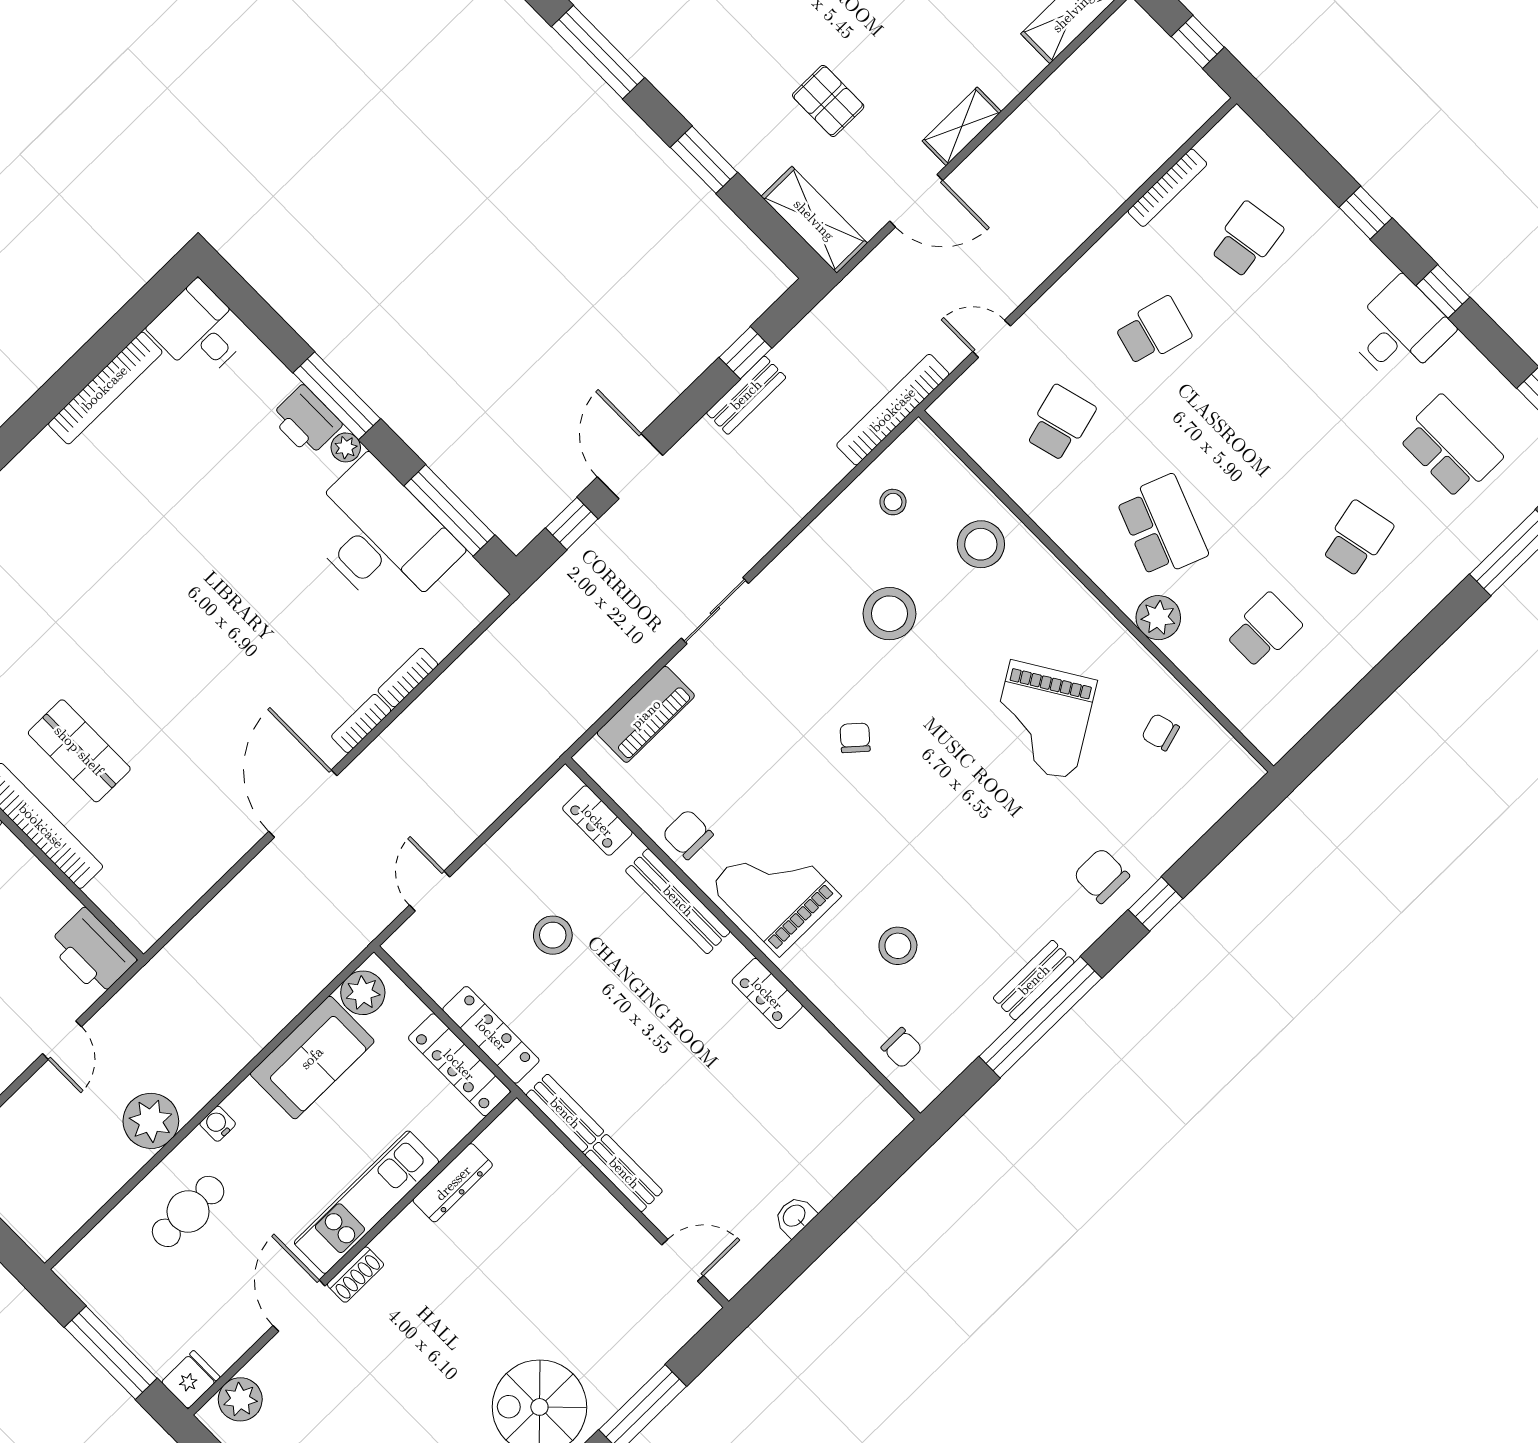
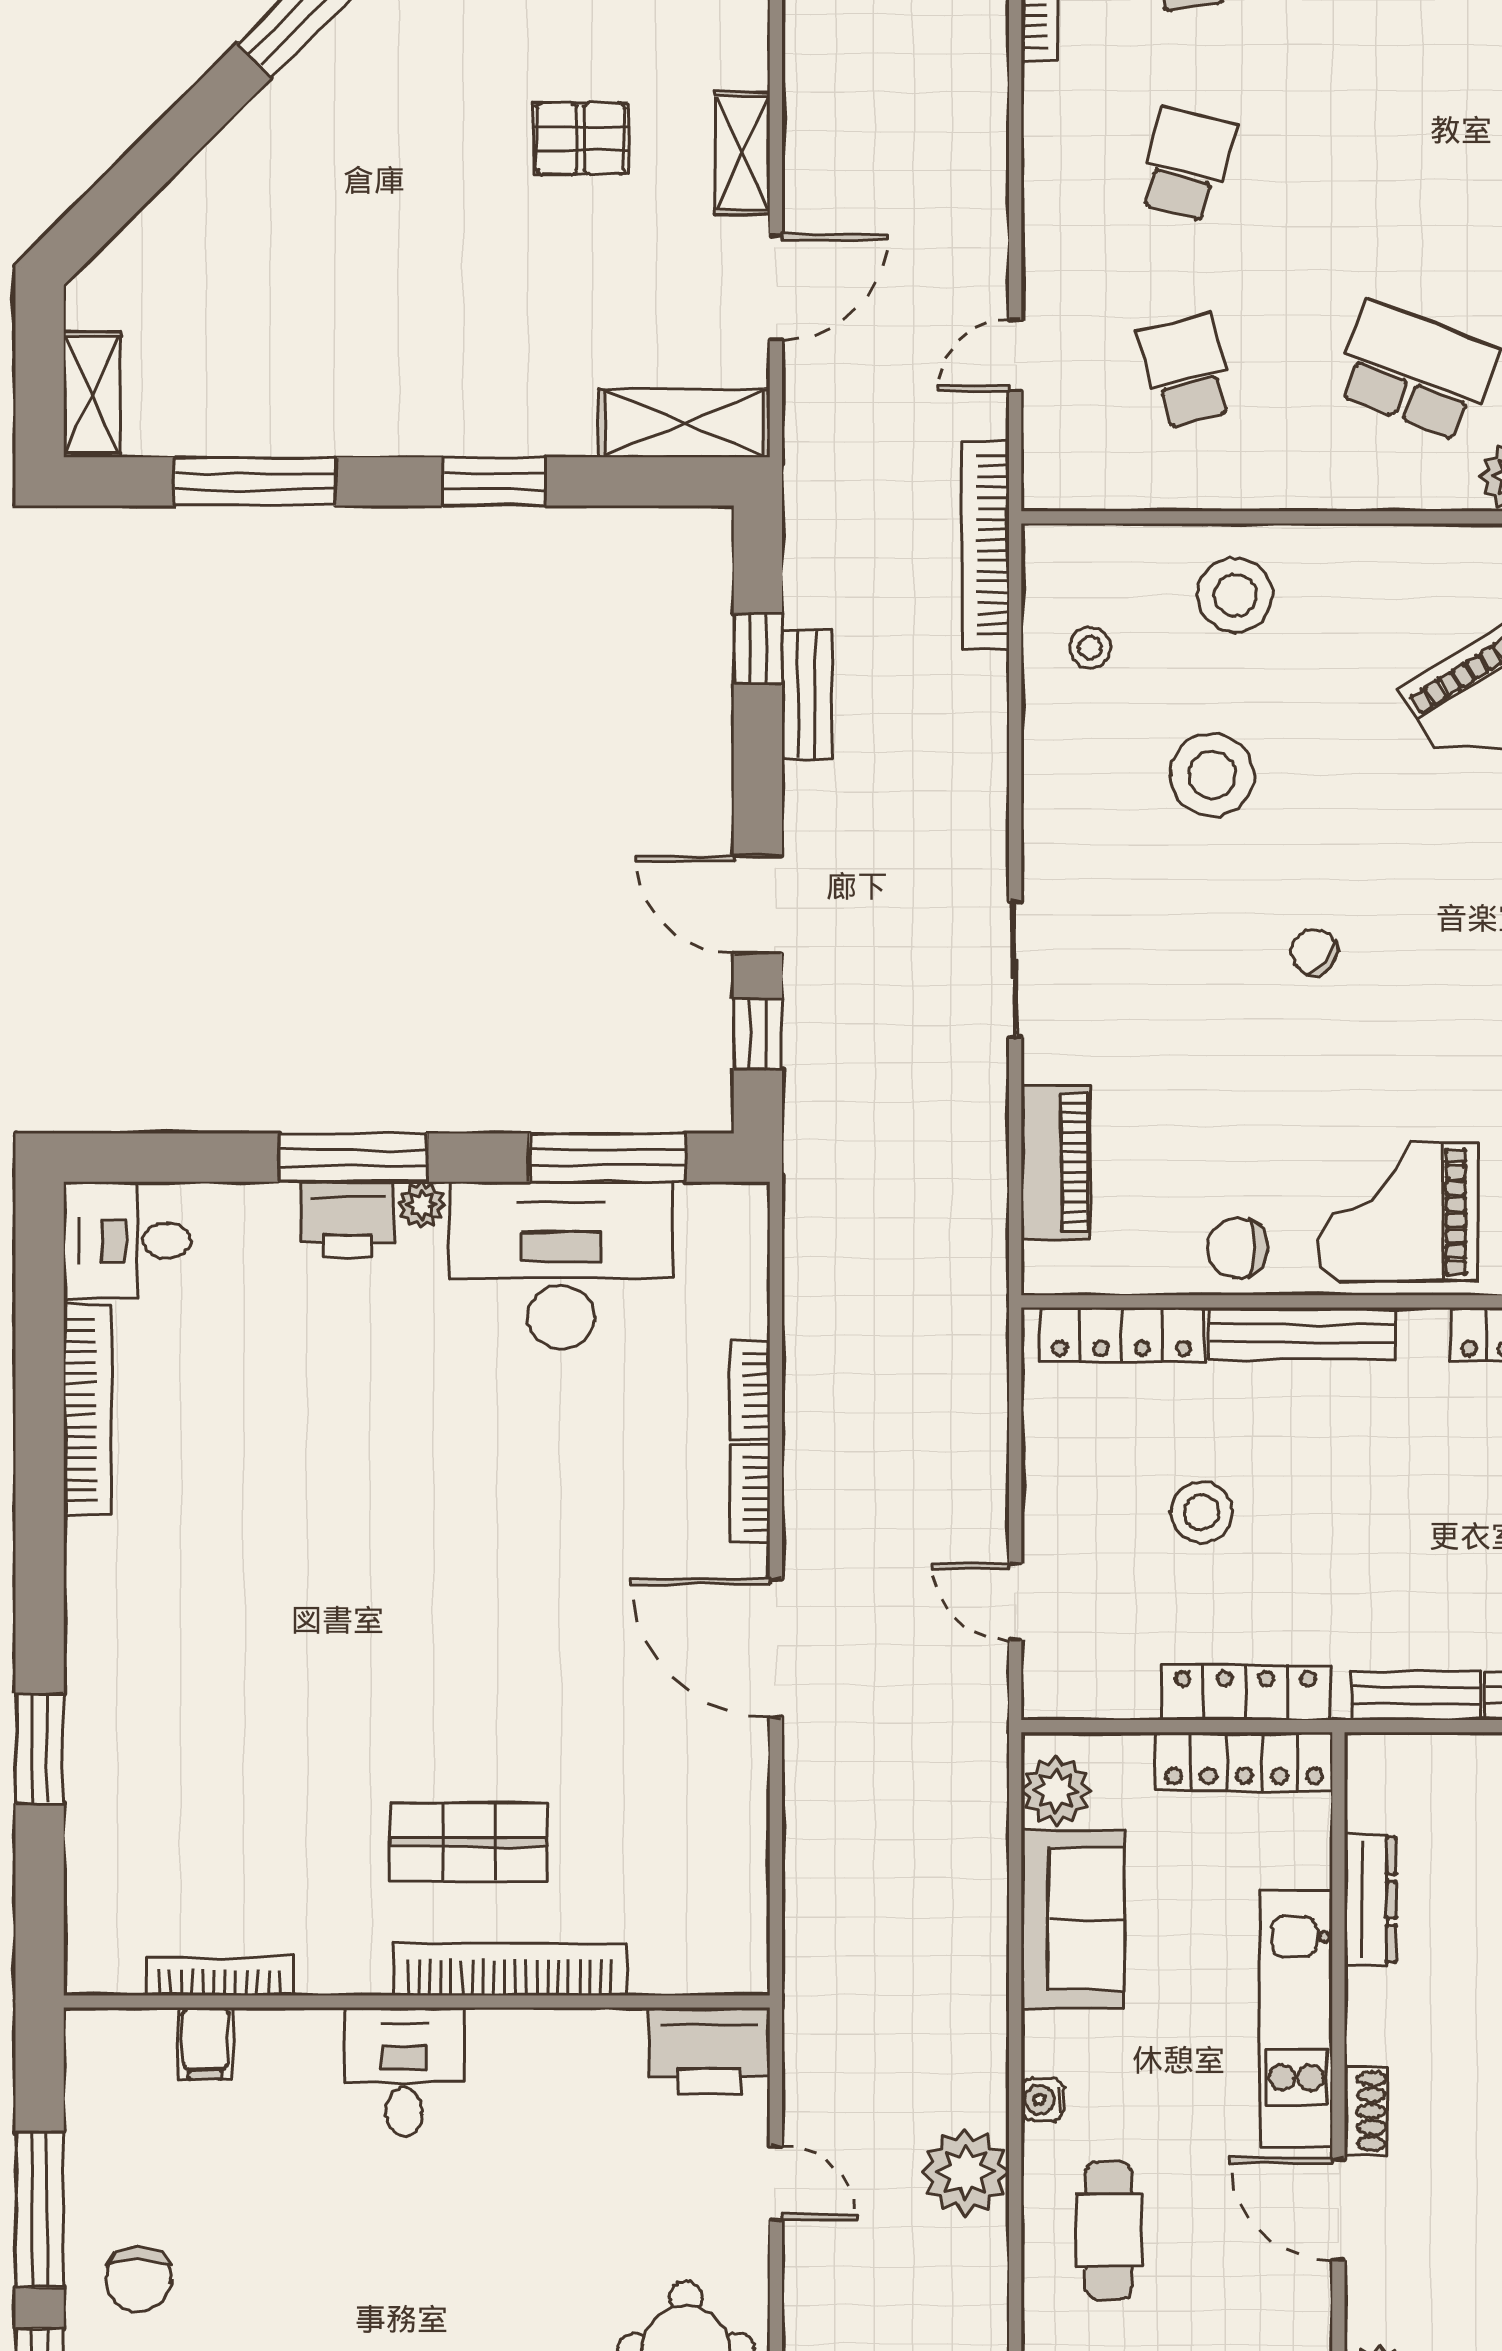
pallet: (828, 101) -> (580, 139), moved
locker: (597, 821) -> (1122, 1335), width x1.53

